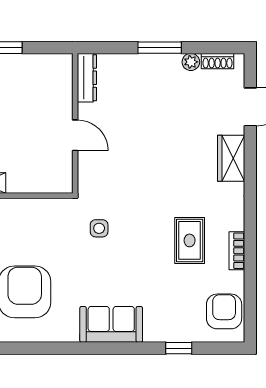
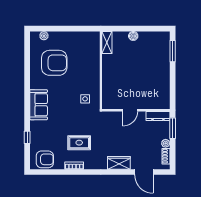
dresser: (87, 78) -> (158, 116), moved
wall: (75, 123) -> (136, 110), moved
door: (75, 135) -> (130, 110), moved

